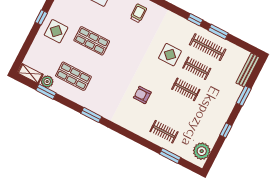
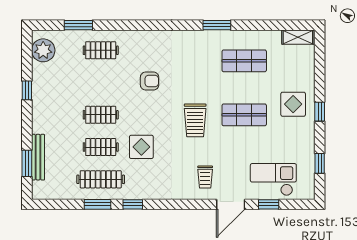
trolley: (126, 54) -> (195, 120), added
bench: (248, 70) -> (38, 157), moved
plant: (47, 82) -> (273, 38), removed
window: (46, 92) -> (268, 25), removed
window: (244, 96) -> (27, 163), moved
window: (91, 115) -> (217, 25), moved

